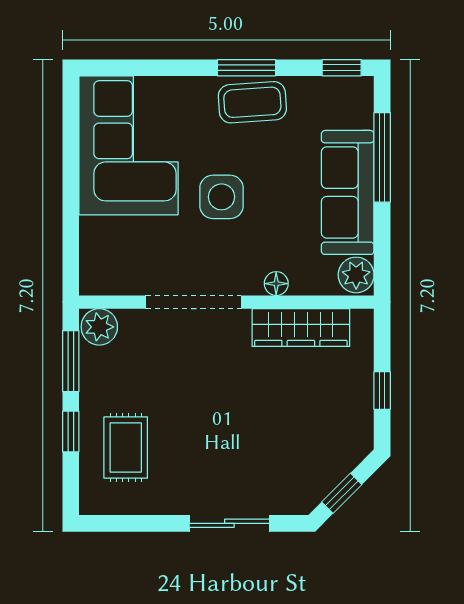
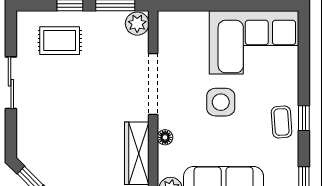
window: (246, 68) -> (304, 118), width x0.67
coffee table: (252, 102) -> (282, 122), width x0.73, depth x0.77
sliding door: (229, 523) -> (11, 83), moved

